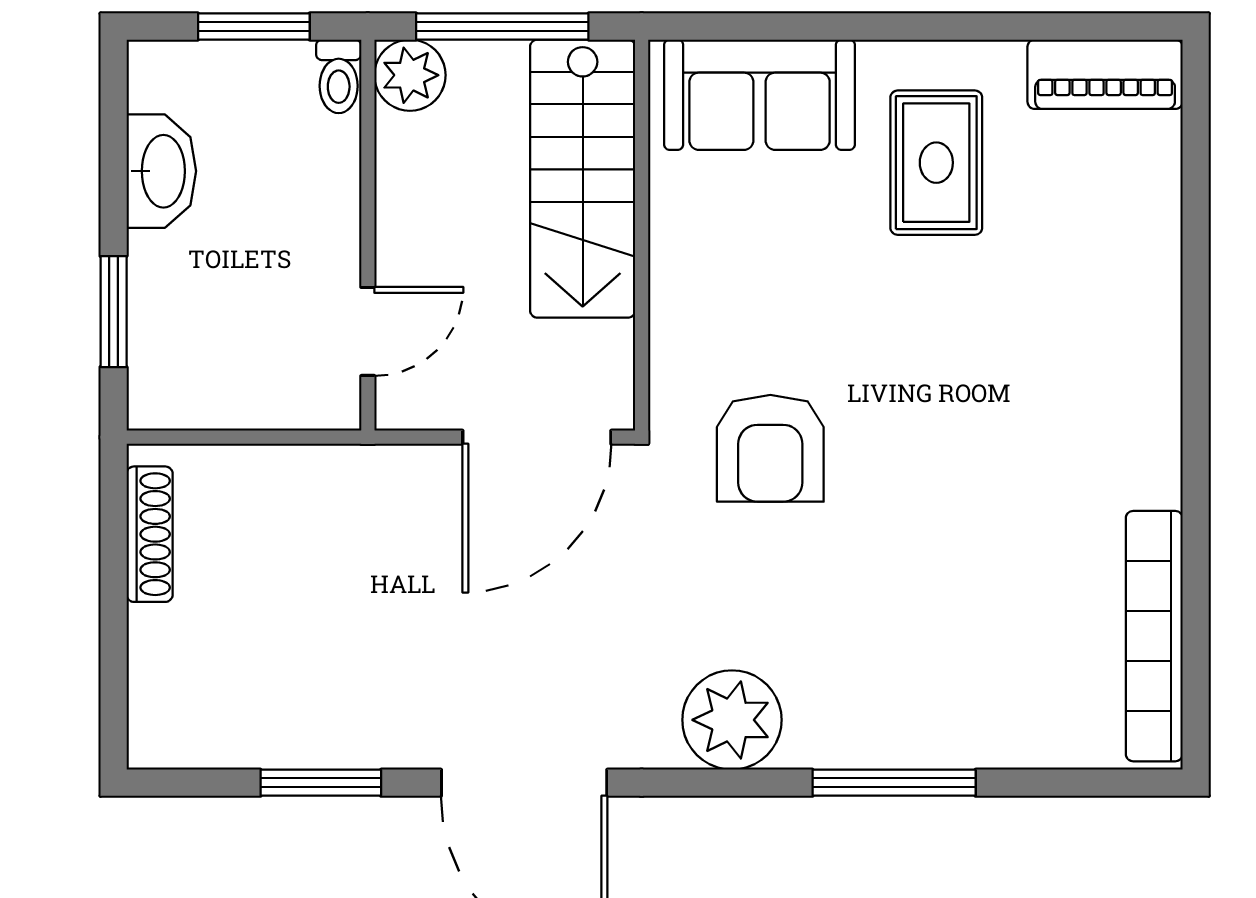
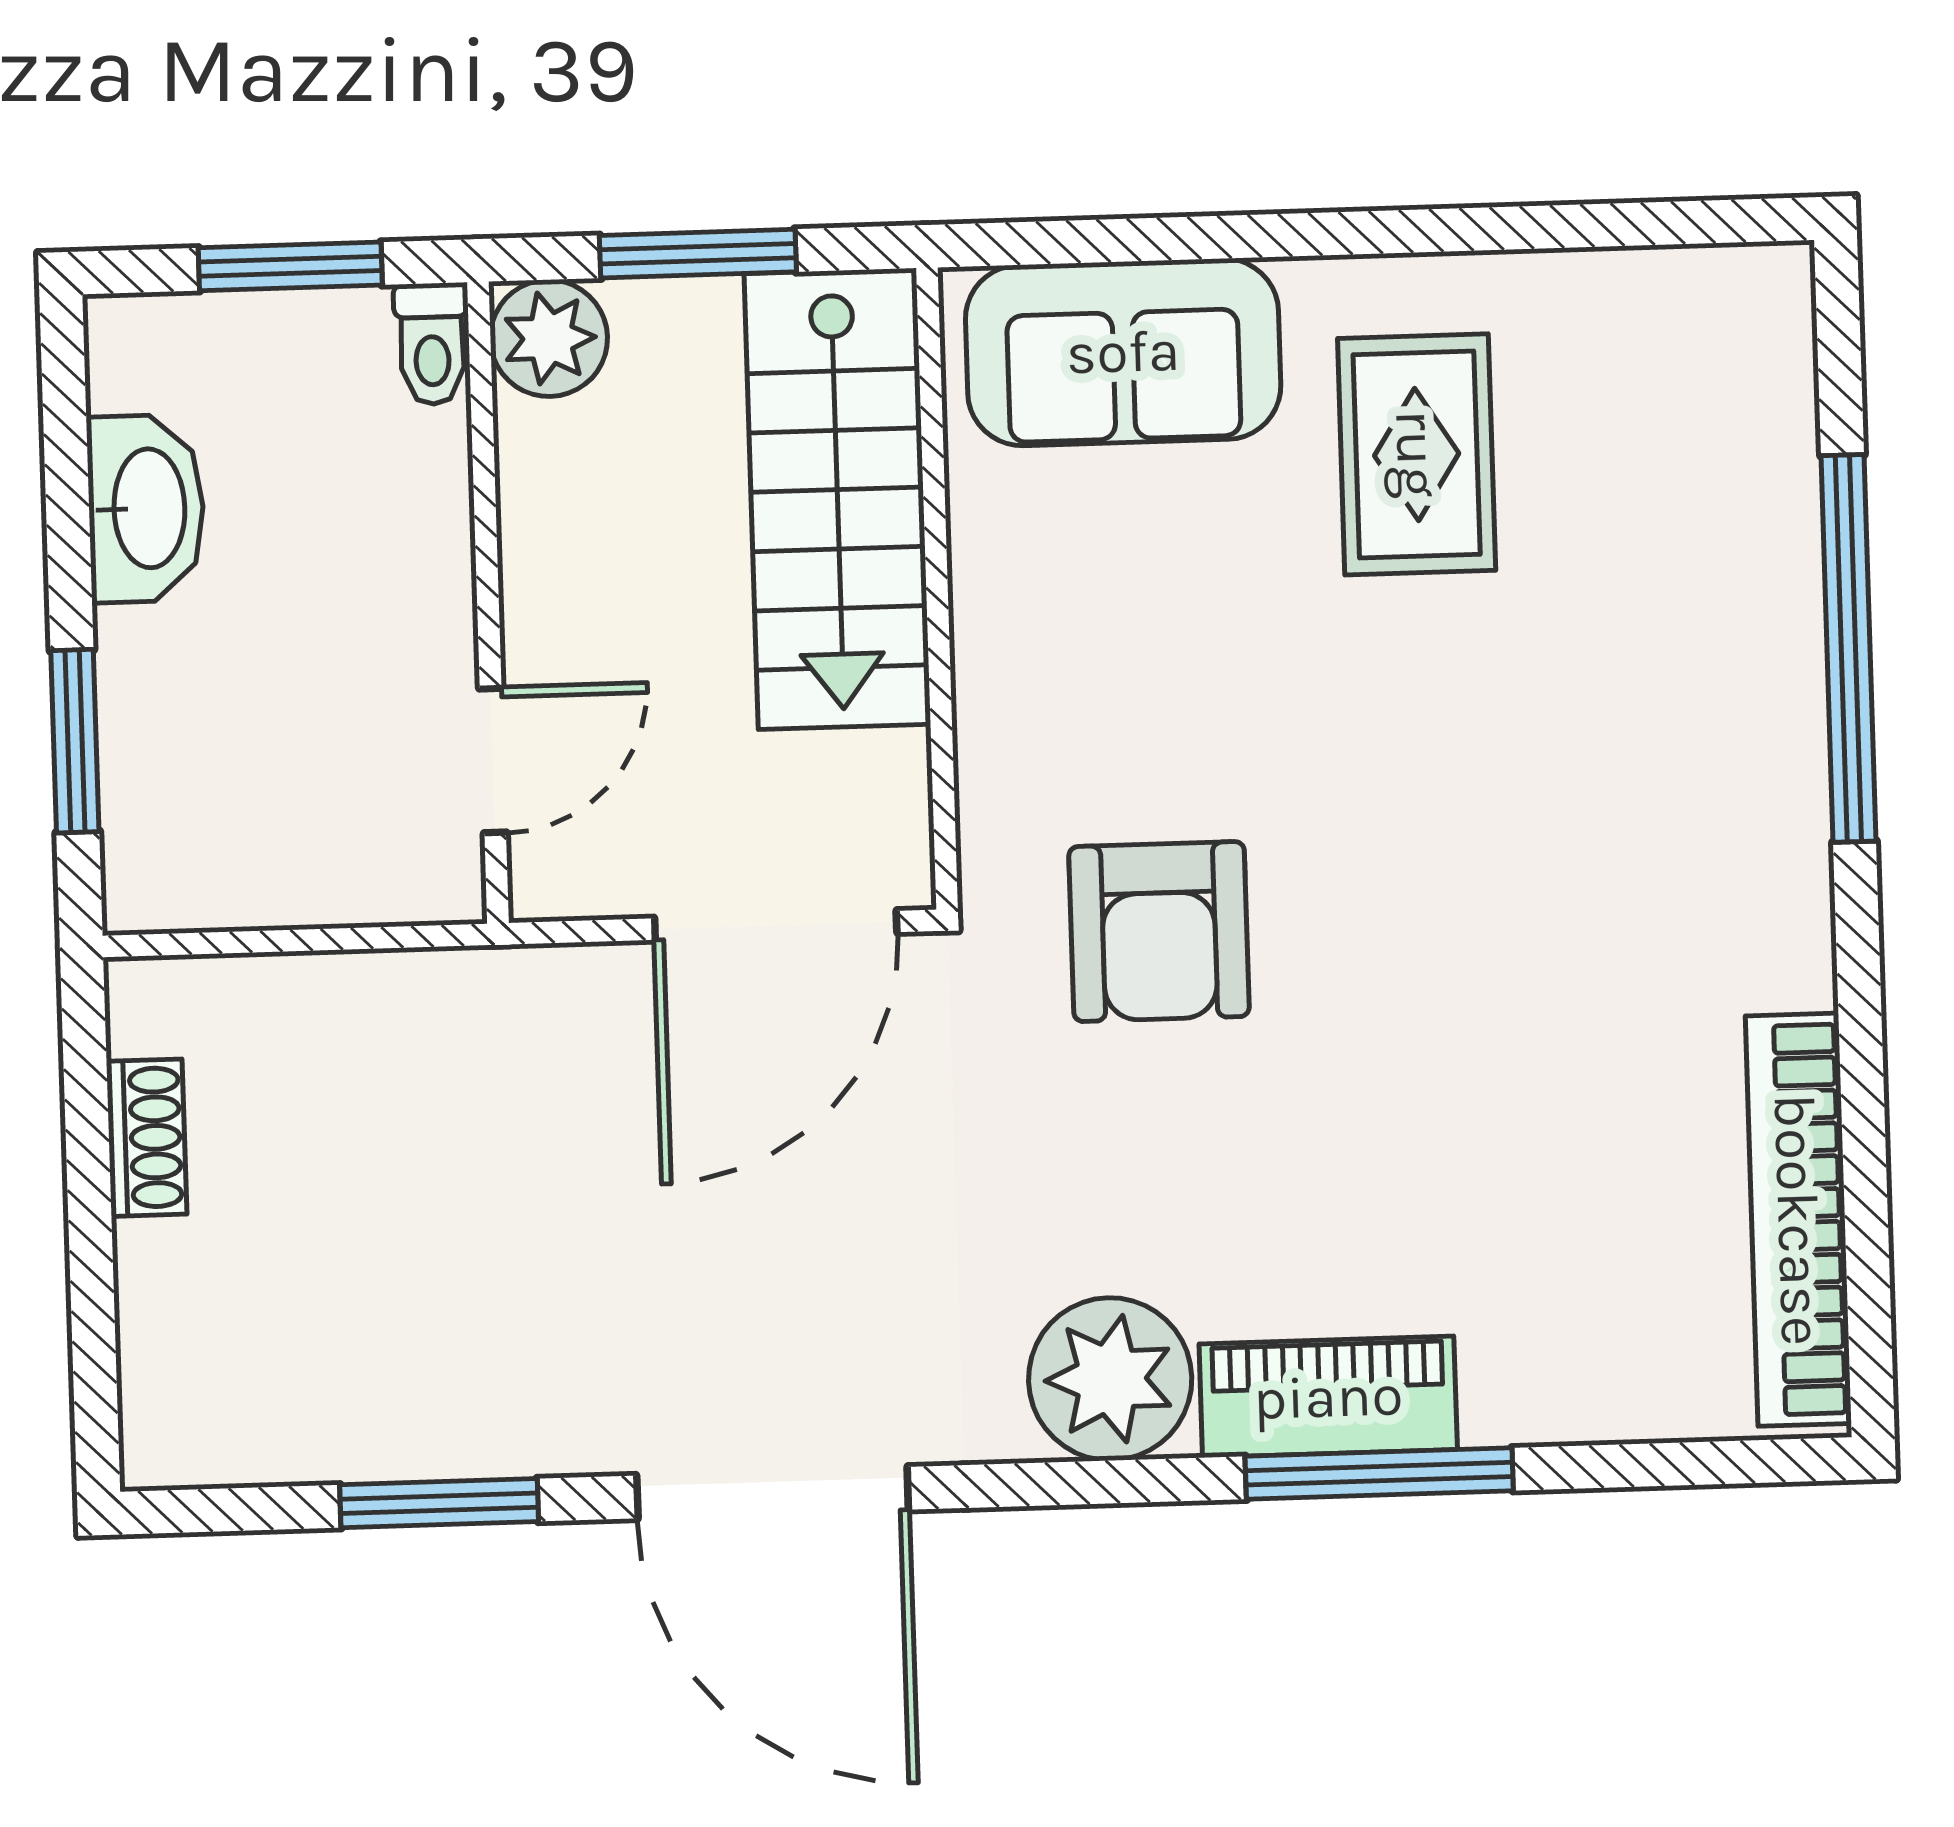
window: (502, 27) -> (698, 254), width x0.69
piano: (1105, 74) -> (1328, 1397), moved, turned 180
window: (1196, 289) -> (1848, 648), added
shoe rack: (150, 534) -> (147, 1138), width x0.70

